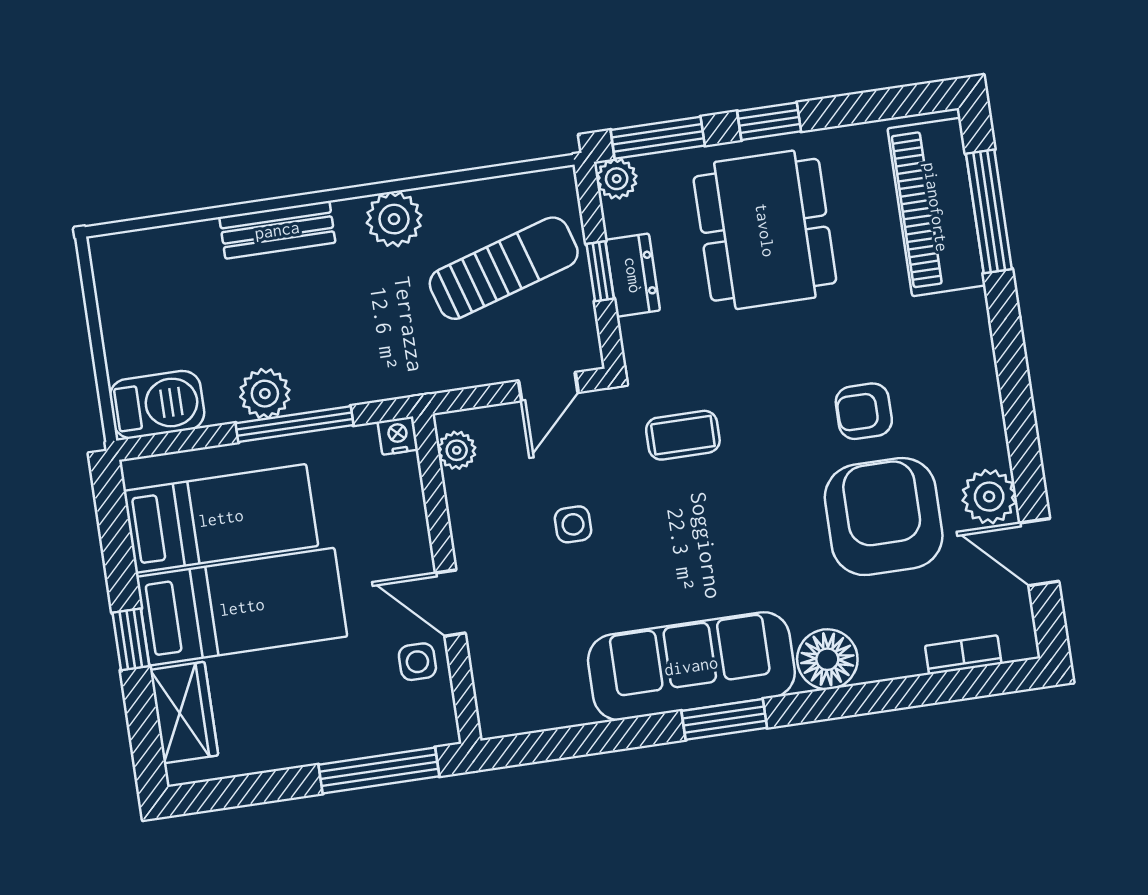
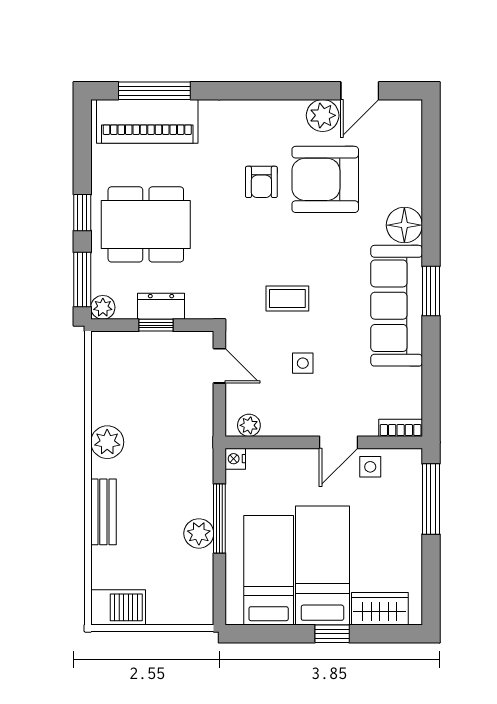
sun lounger: (504, 268) -> (146, 382), removed
barbecue: (157, 405) -> (118, 607), moved, turned 90
coffee table: (683, 435) -> (287, 298), moved, turned 90
bookcase: (963, 655) -> (401, 428), moved, turned 90

